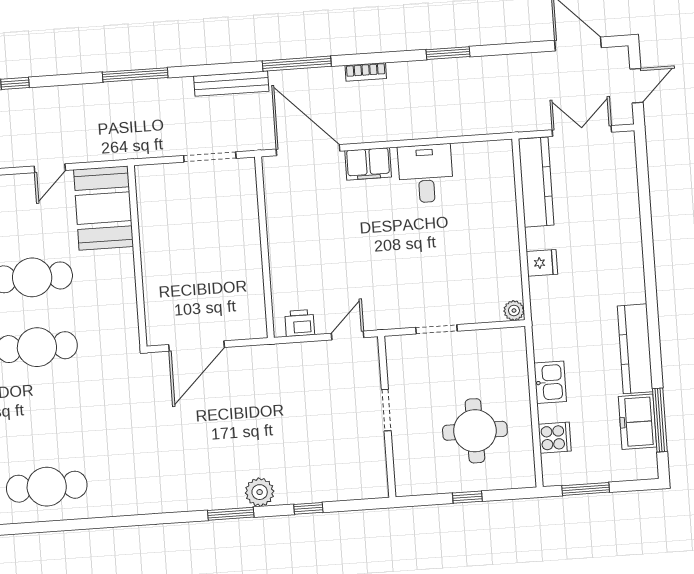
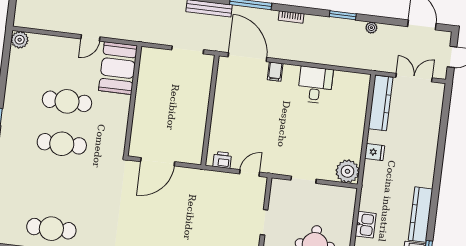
plant: (498, 64) -> (371, 28), added
filing cabinet: (368, 164) -> (275, 72), width x0.50
plant: (514, 311) -> (348, 171), width x1.87, depth x1.87

